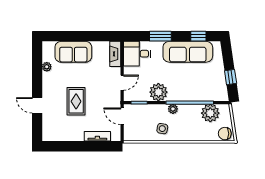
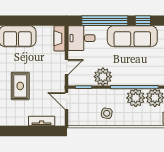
window: (160, 36) -> (105, 21), width x2.11
plant: (173, 109) -> (136, 98), moved, width x1.87, depth x1.87

